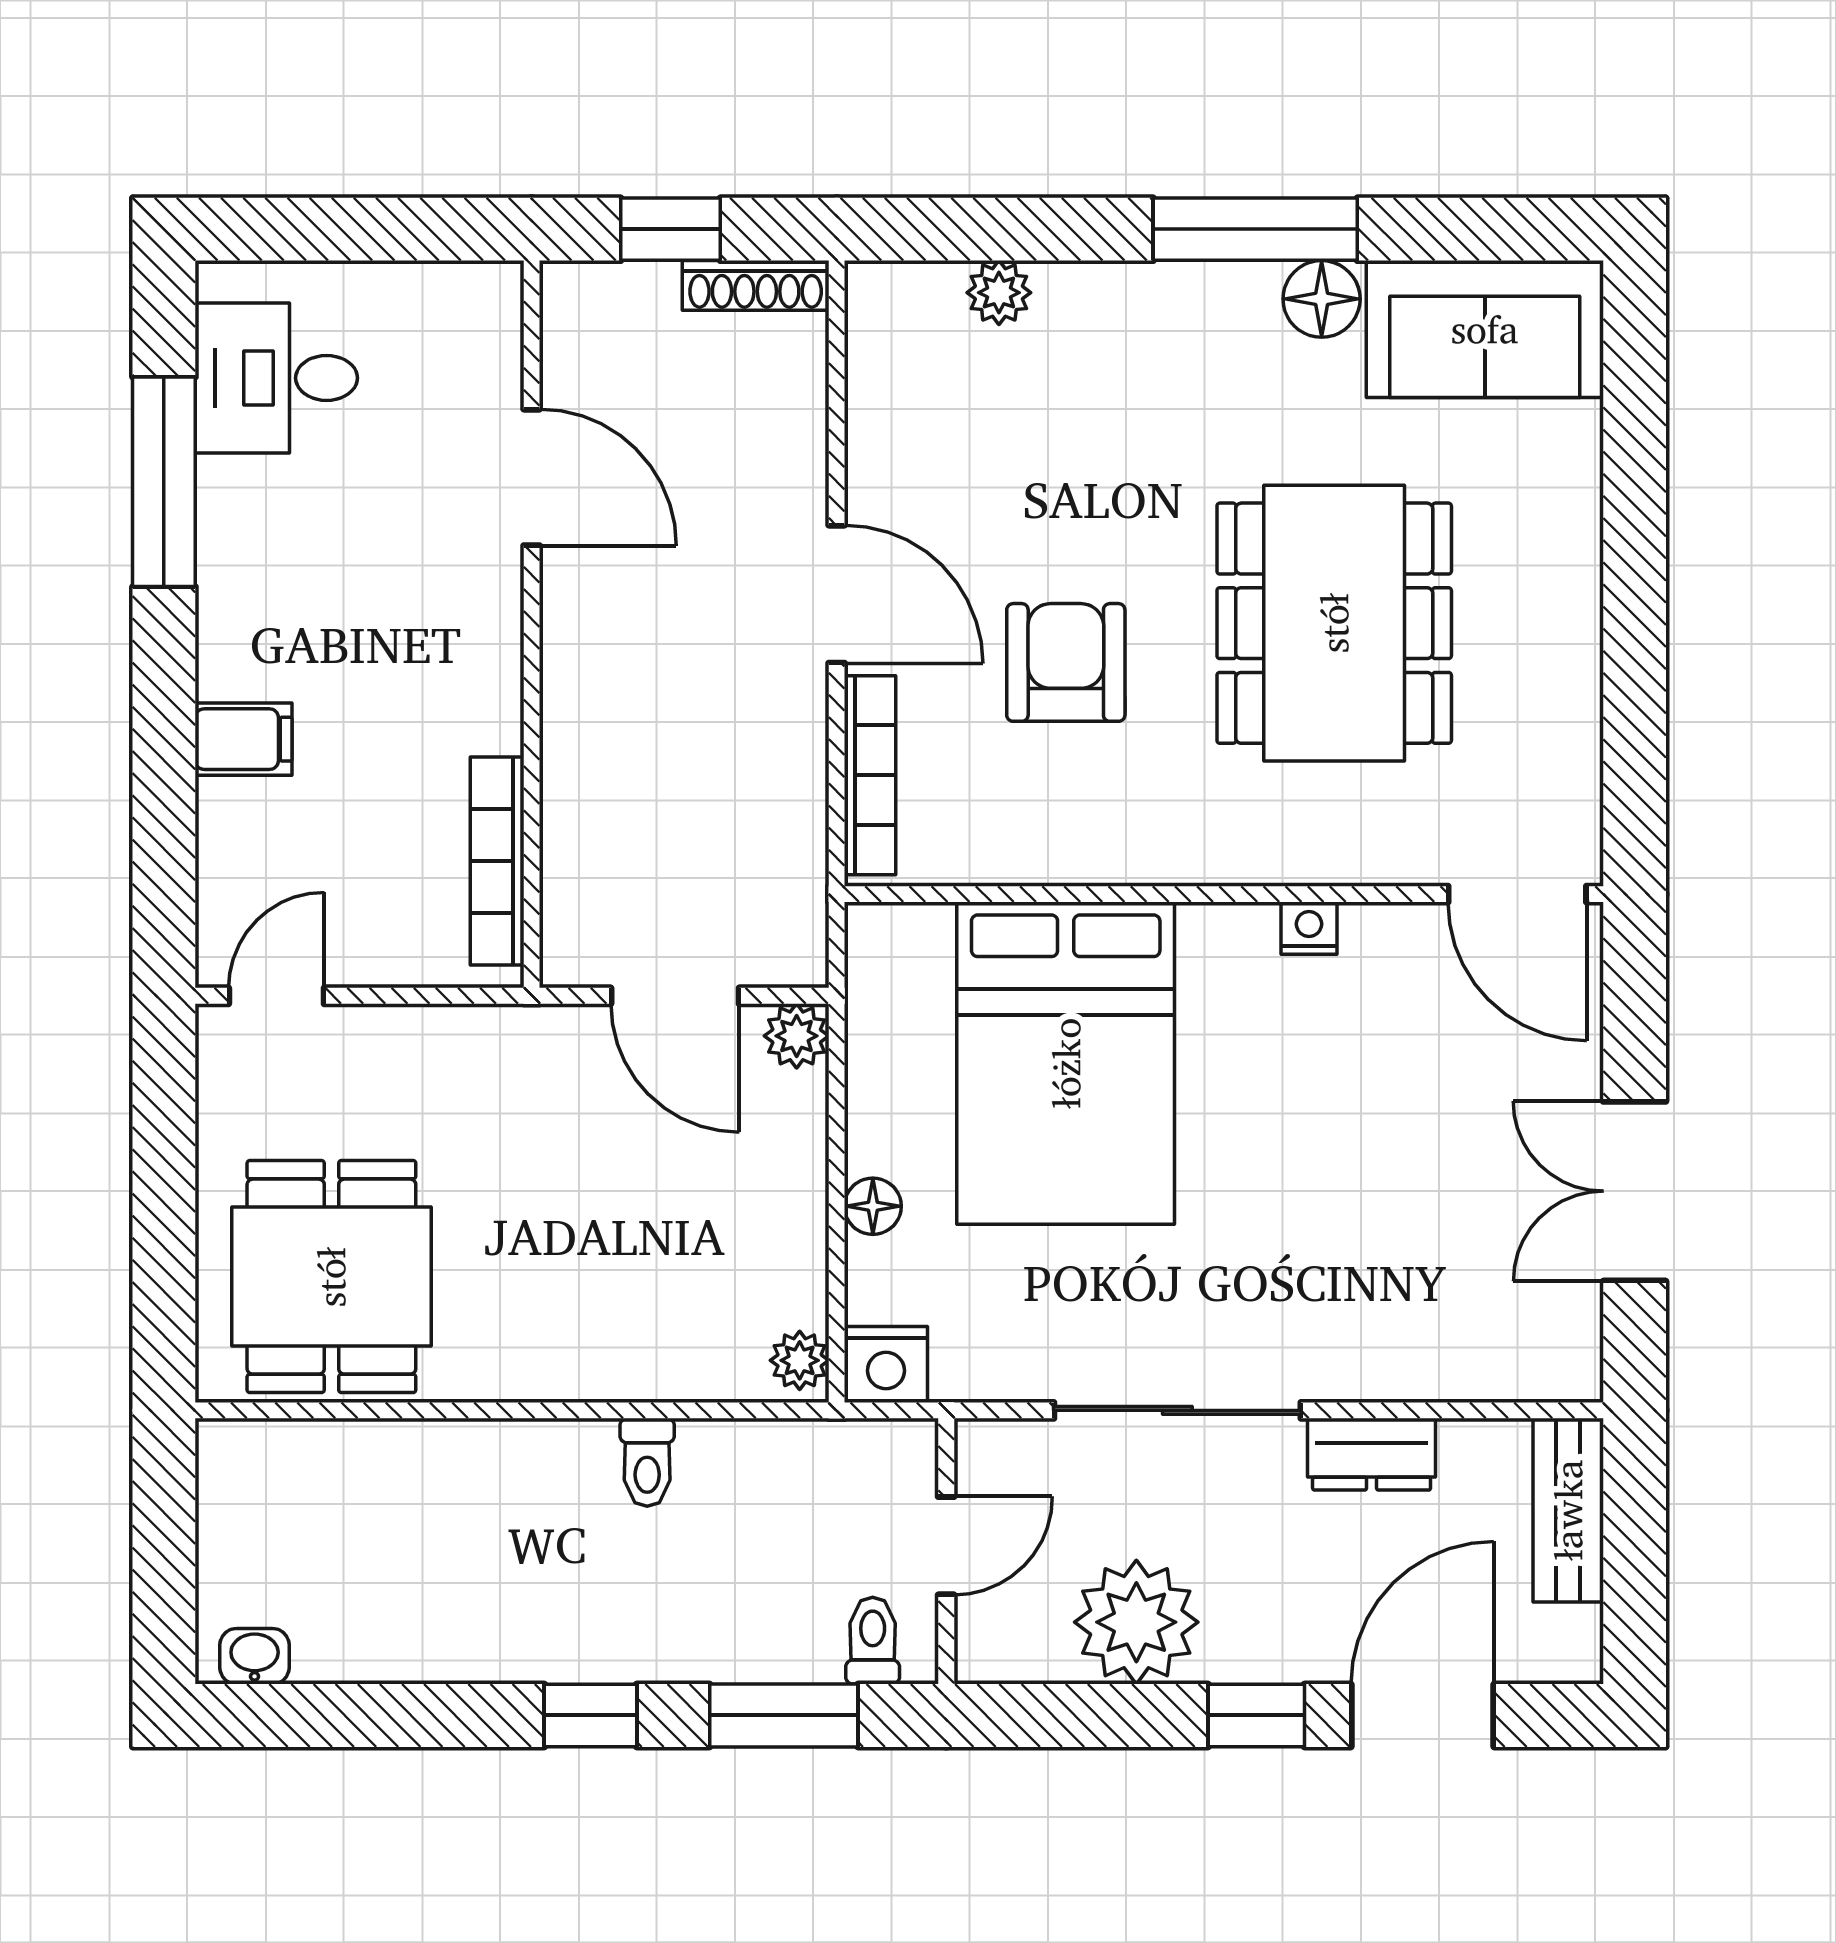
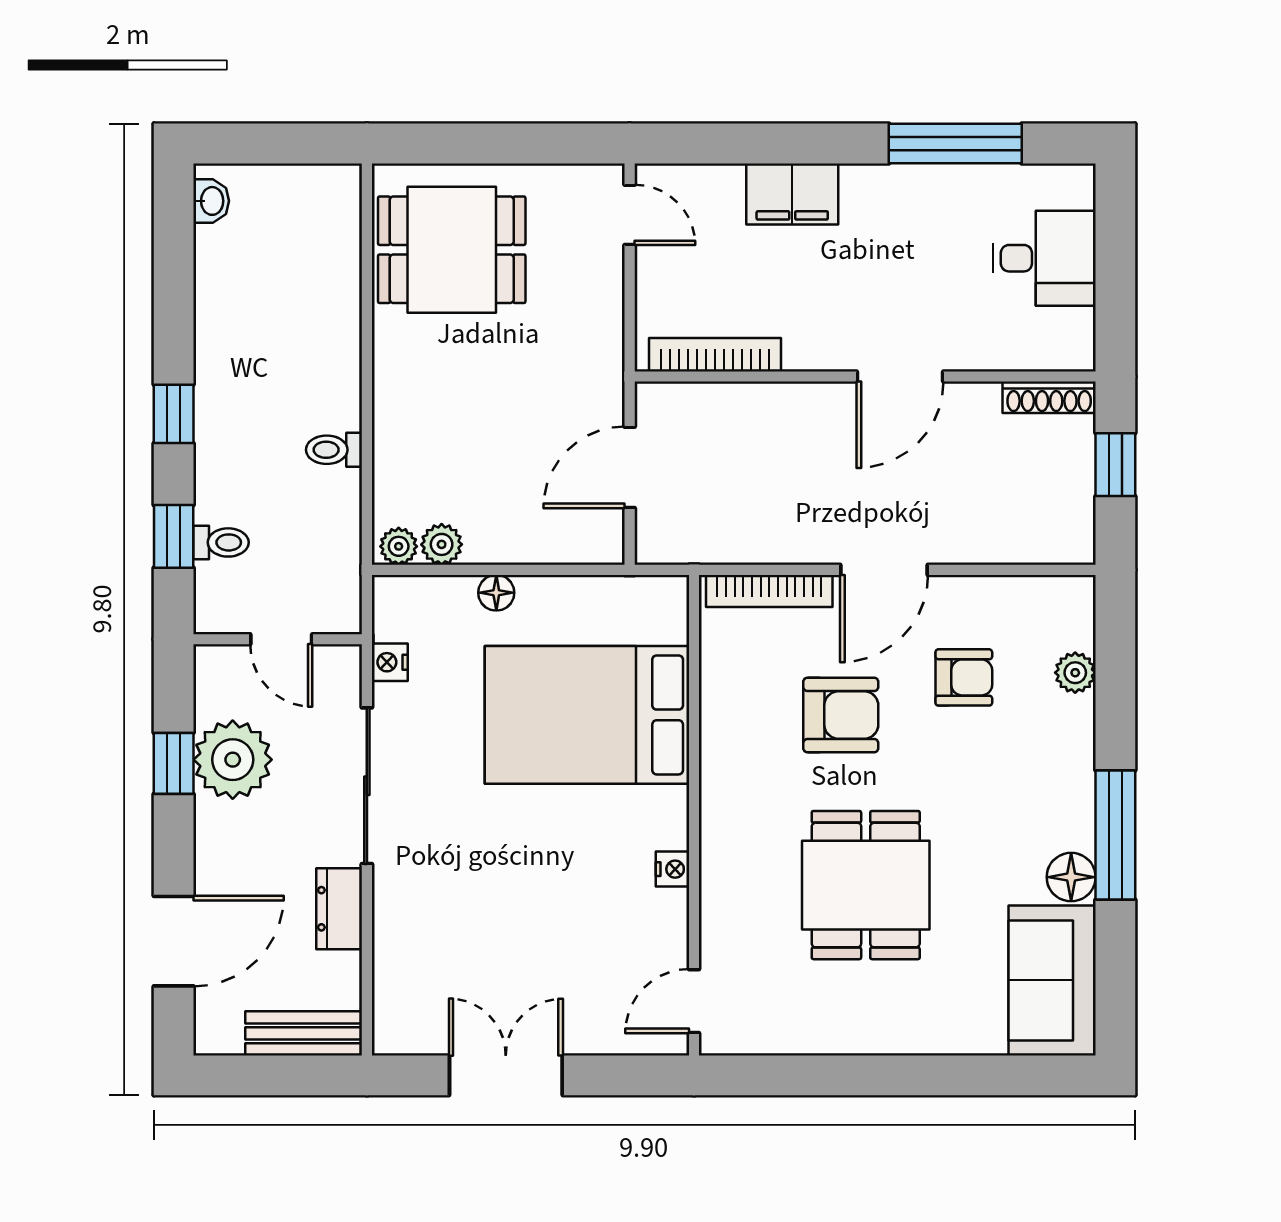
shoe rack: (756, 285) -> (1049, 397), moved, turned -90
desk: (276, 378) -> (1044, 258), moved, turned 90
armchair: (1006, 468) -> (964, 677), added
door: (532, 477) -> (900, 377), moved
dining table: (1334, 623) -> (866, 885), width x0.73
filing cabinet: (244, 739) -> (792, 194), width x2.00
door: (1517, 894) -> (694, 1001), width x0.73
plant: (797, 1036) -> (442, 544), moved
nightstand: (886, 1364) -> (390, 662), moved, width x0.72, depth x0.74
toilet: (873, 1641) -> (221, 542), moved
window: (784, 1715) -> (174, 536), width x0.67
window: (1256, 1715) -> (174, 763), moved
door: (1423, 1715) -> (174, 941), hinge flipped

